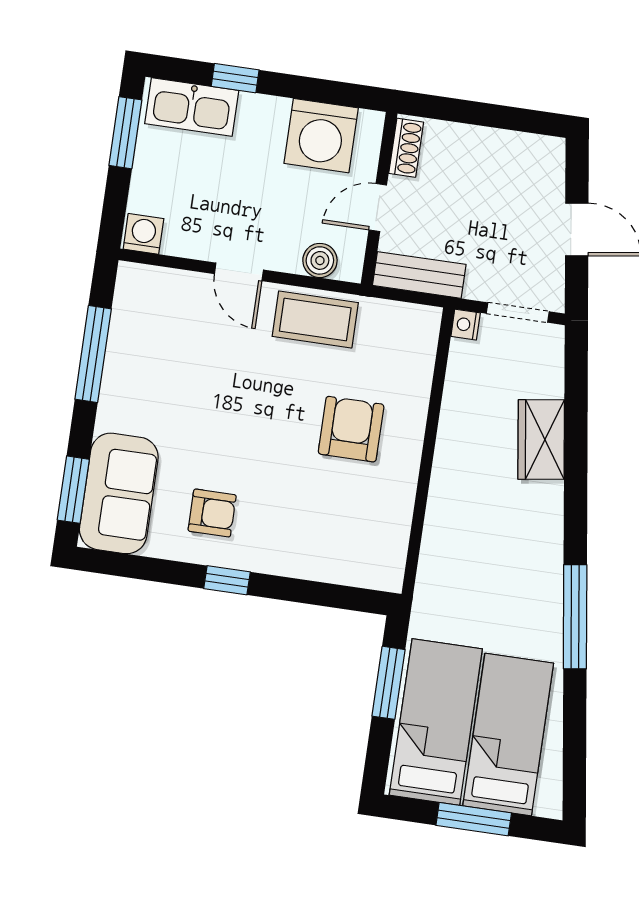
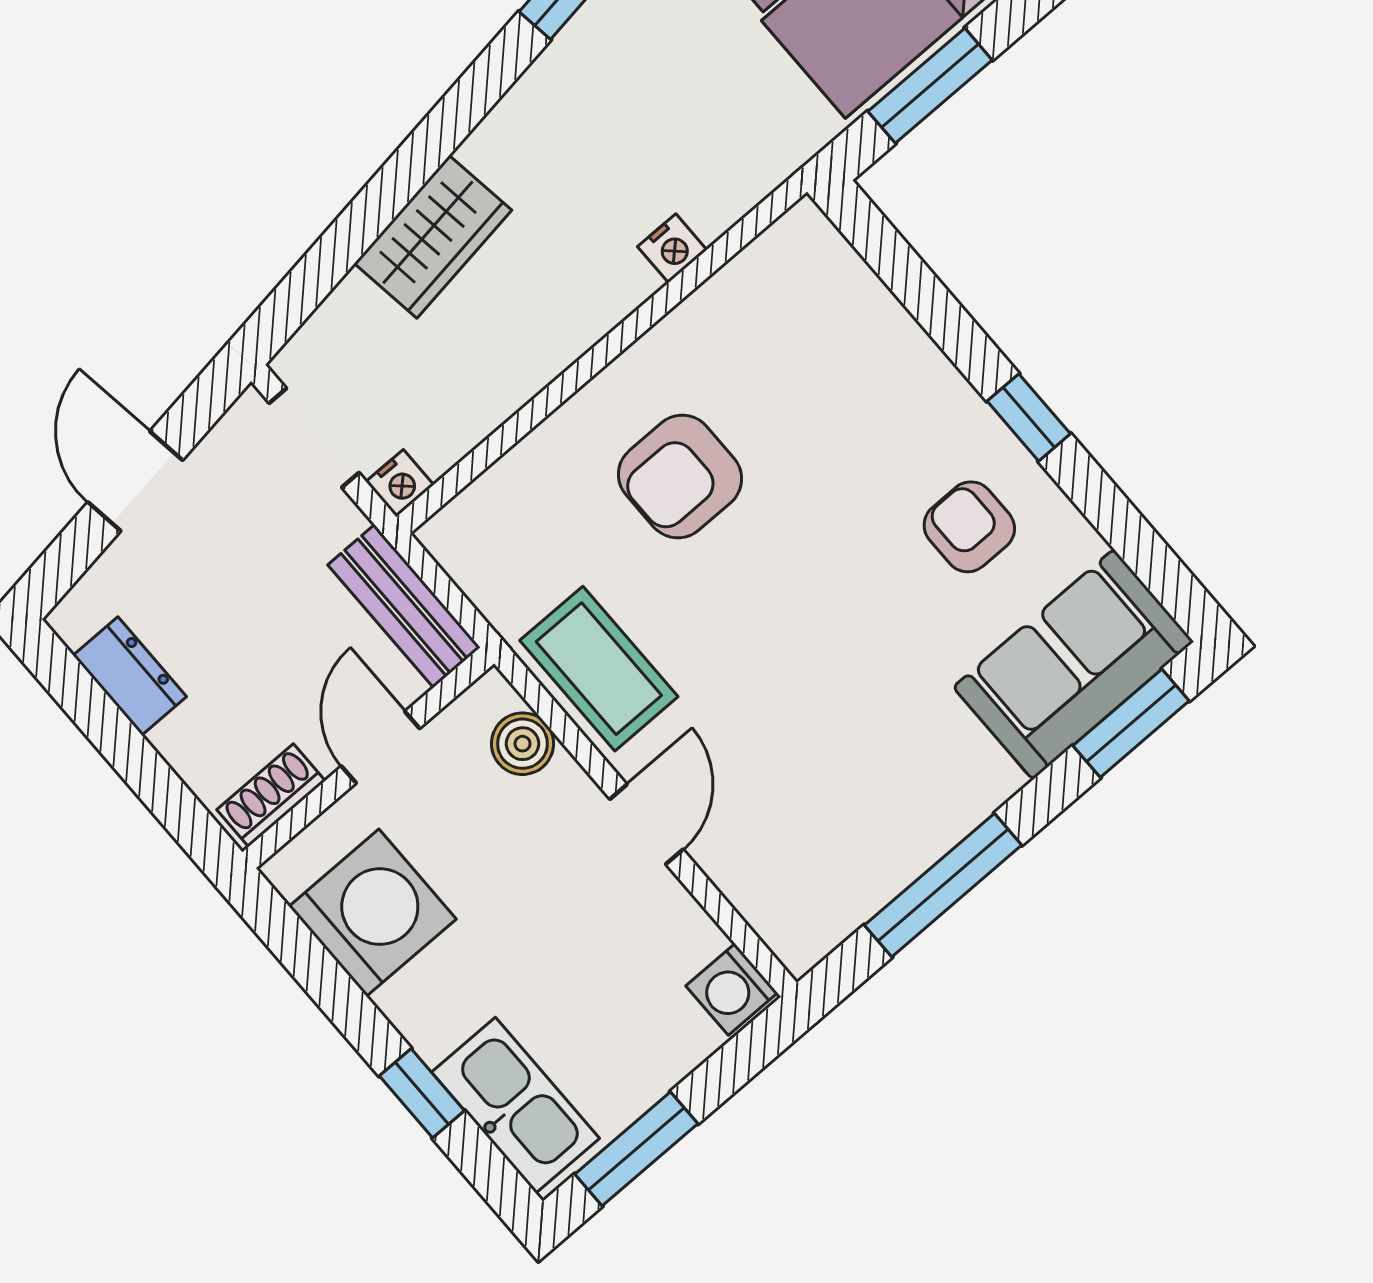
dresser: (508, 146) -> (130, 676), added
door: (378, 207) -> (381, 747), swing flipped
nightstand: (437, 521) -> (672, 248), added

